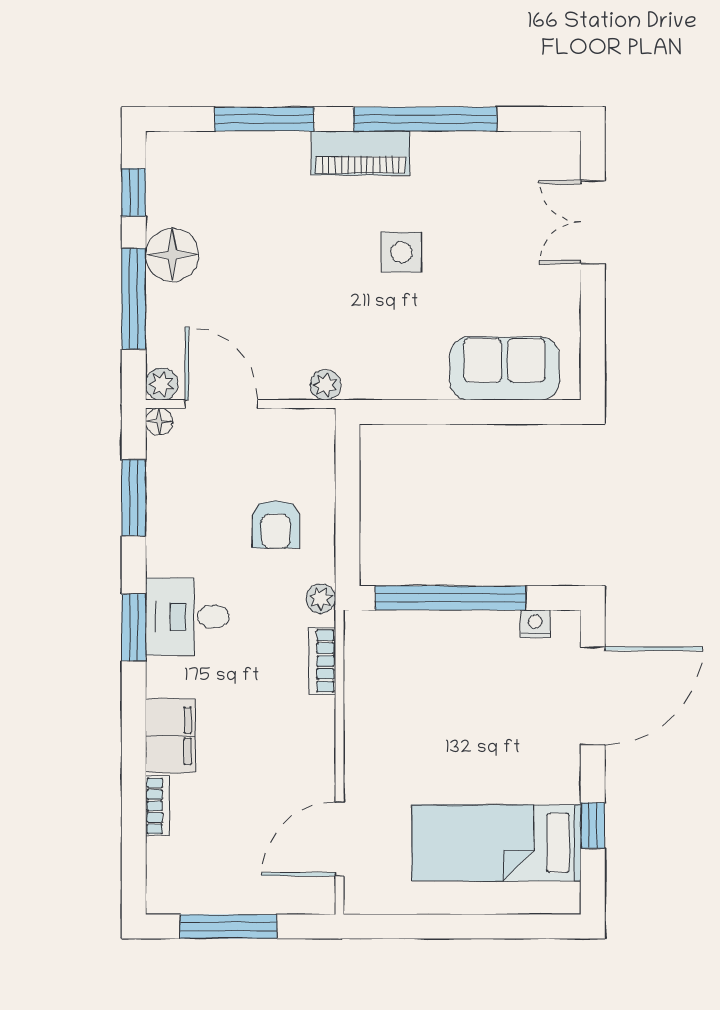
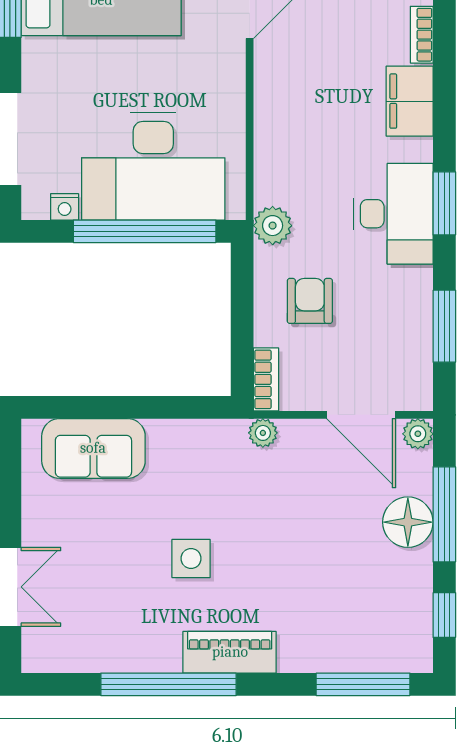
window: (264, 119) -> (363, 684), moved
floor lamp: (172, 255) -> (408, 522), moved
floor lamp: (159, 422) -> (420, 398), removed
plant: (321, 599) -> (273, 226), width x1.38, depth x1.38
desk: (187, 617) -> (394, 214), width x1.37
bookcase: (322, 661) -> (266, 379), moved
desk: (441, 667) -> (153, 166), added

